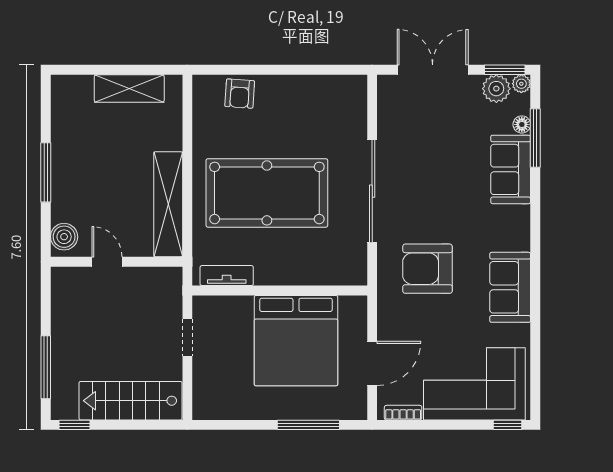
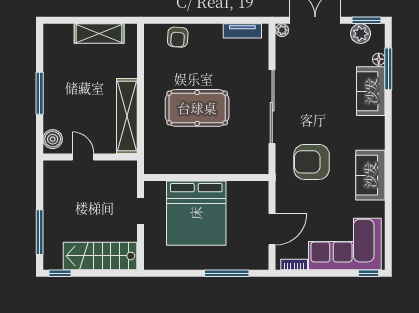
plant: (521, 84) -> (282, 30), moved
pool table: (267, 193) -> (197, 108), width x0.73, depth x0.76
tv unit: (227, 276) -> (242, 31), moved, turned 180
bed: (296, 341) -> (196, 213), moved

